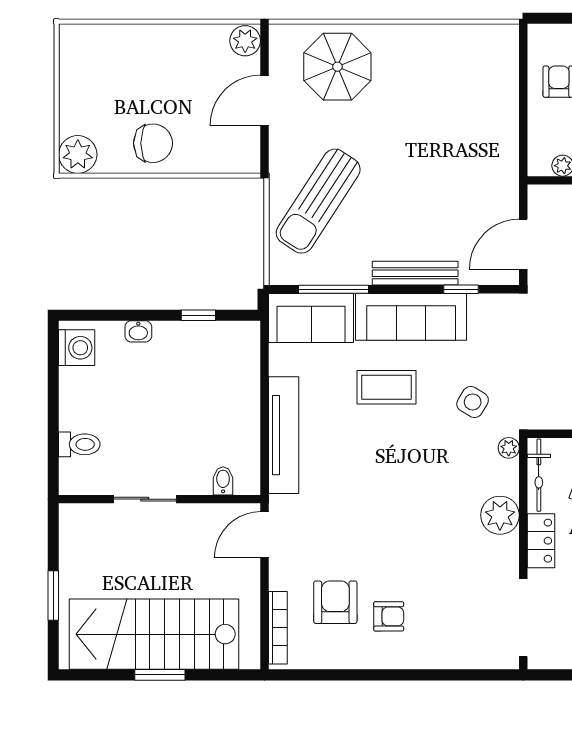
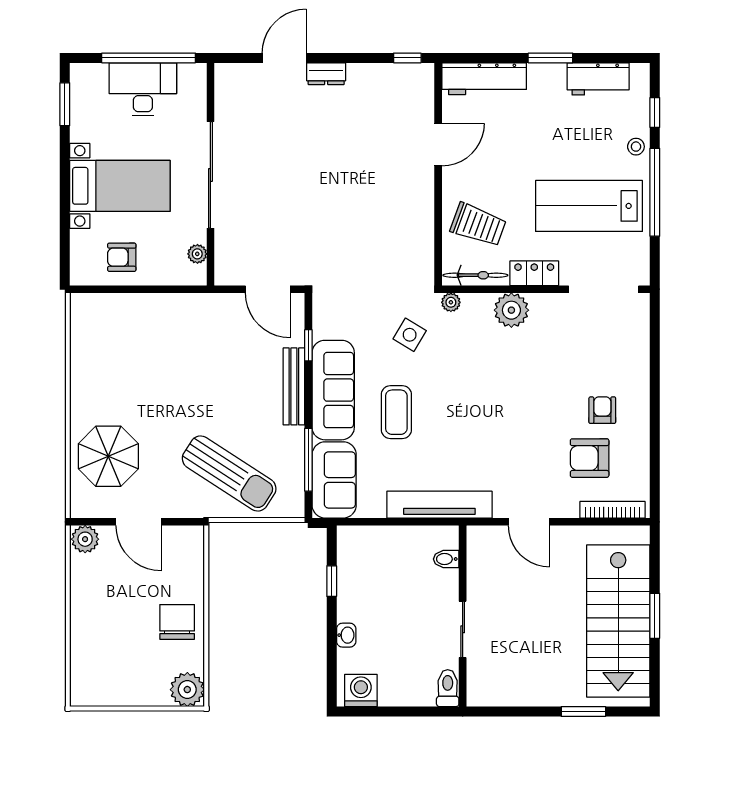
bidet: (223, 481) -> (446, 559), moved
sliding door: (145, 499) -> (463, 629), moved
wall: (160, 499) -> (463, 616), moved

